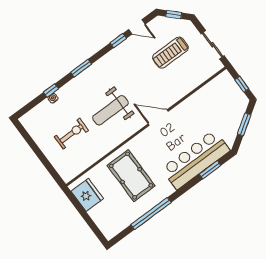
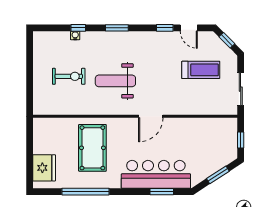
treadmill: (170, 53) -> (201, 70), turned 180
door: (158, 118) -> (151, 116), swing flipped
fridge: (87, 195) -> (44, 168), moved

